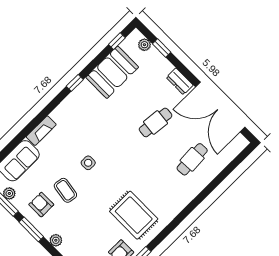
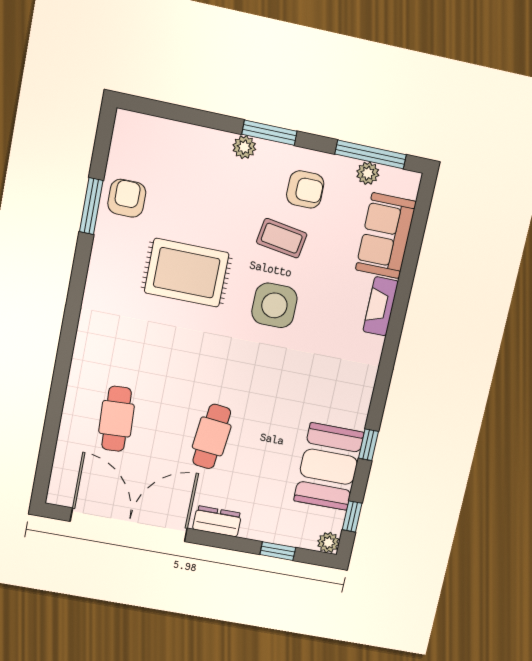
plant: (144, 45) -> (328, 543), moved
window: (75, 83) -> (368, 445), moved
side table: (88, 163) -> (274, 305), width x1.87, depth x1.87
rug: (134, 215) -> (187, 273), moved
window: (31, 229) -> (269, 133), moved

